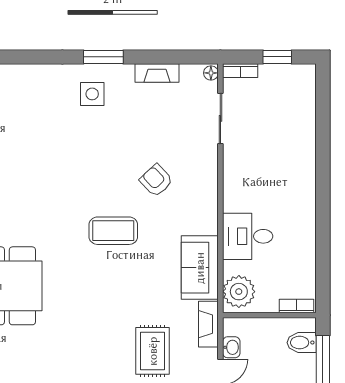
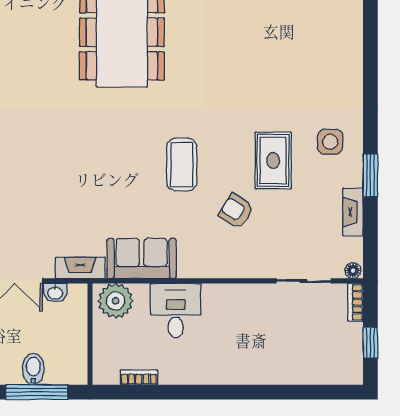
window: (103, 57) -> (370, 175), moved
armchair: (156, 180) -> (236, 211), turned -104
bookcase: (296, 306) -> (139, 377), moved, turned -90
bidet: (302, 343) -> (33, 369), moved
rug: (153, 351) -> (273, 160), moved, turned 90

